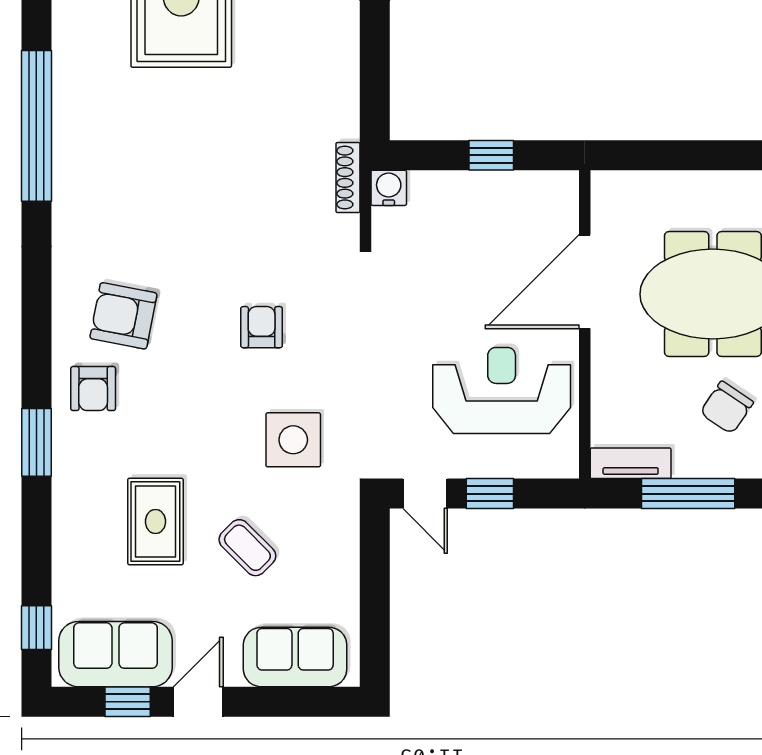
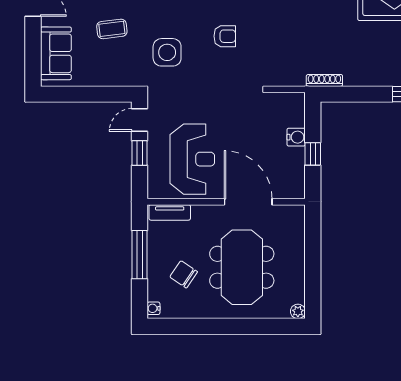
shoe rack: (348, 178) -> (324, 80), moved
water cooler: (389, 188) -> (296, 137), moved
tv unit: (631, 463) -> (170, 212), moved, turned 90
coffee table: (247, 548) -> (112, 29), turned 38

